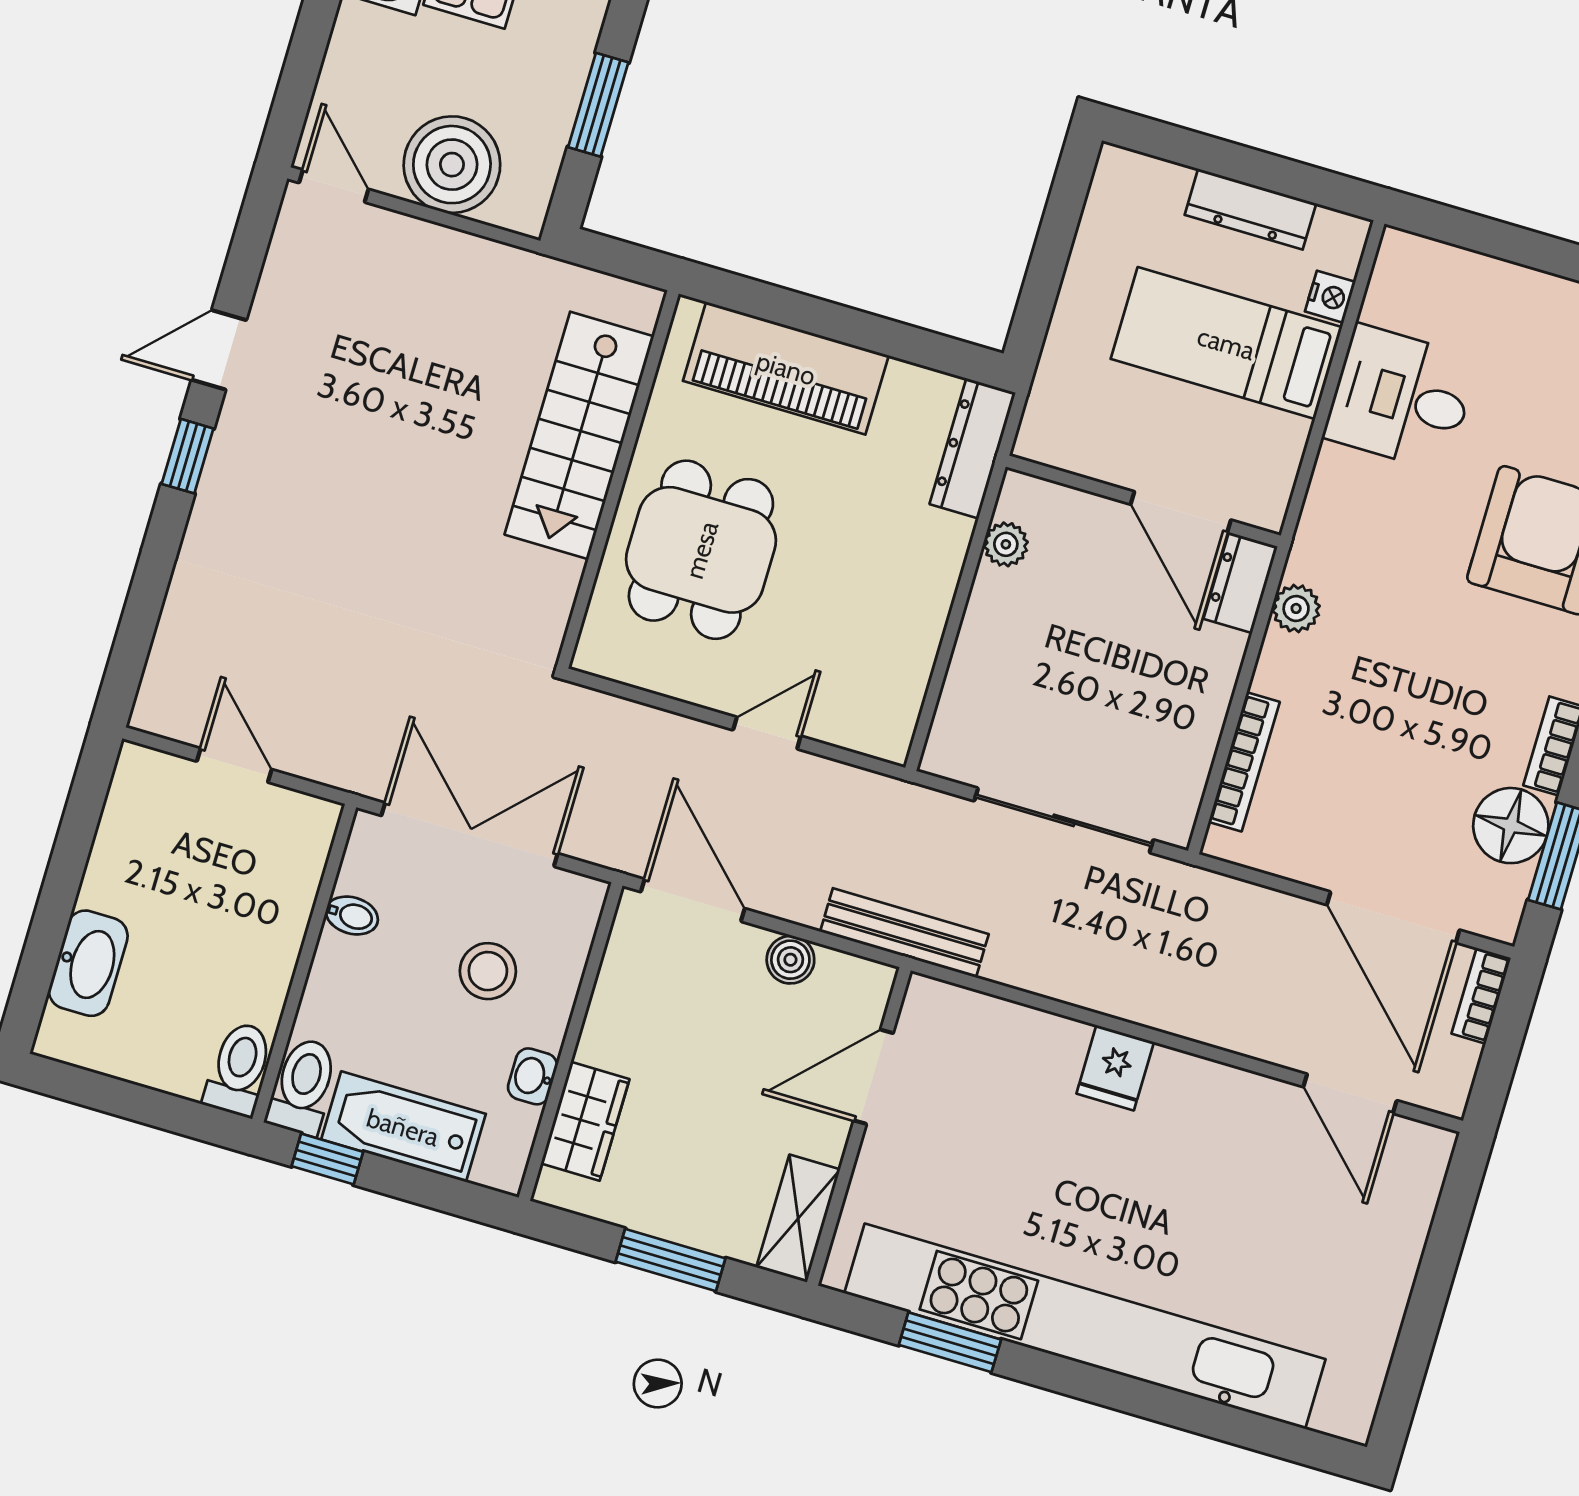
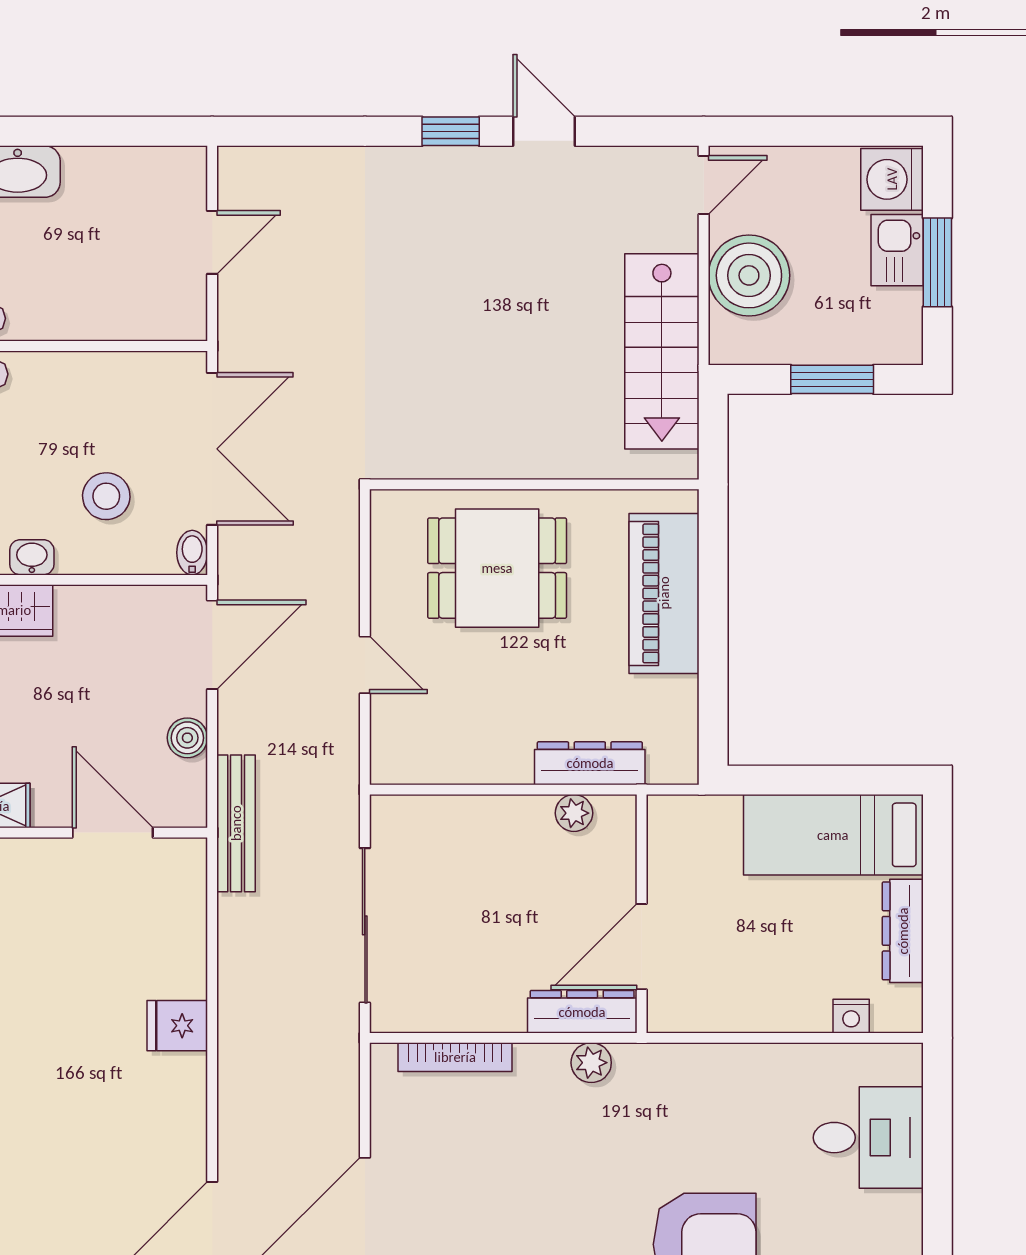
bed: (1226, 343) -> (833, 835), moved, turned -90
desk: (1401, 398) -> (868, 1138), moved, turned 90
stairs: (579, 435) -> (662, 351), moved, turned -90
dresser: (973, 448) -> (590, 763), moved
dresser: (1241, 583) -> (582, 1012), width x1.44
bidet: (352, 915) -> (192, 553), moved, turned 180

